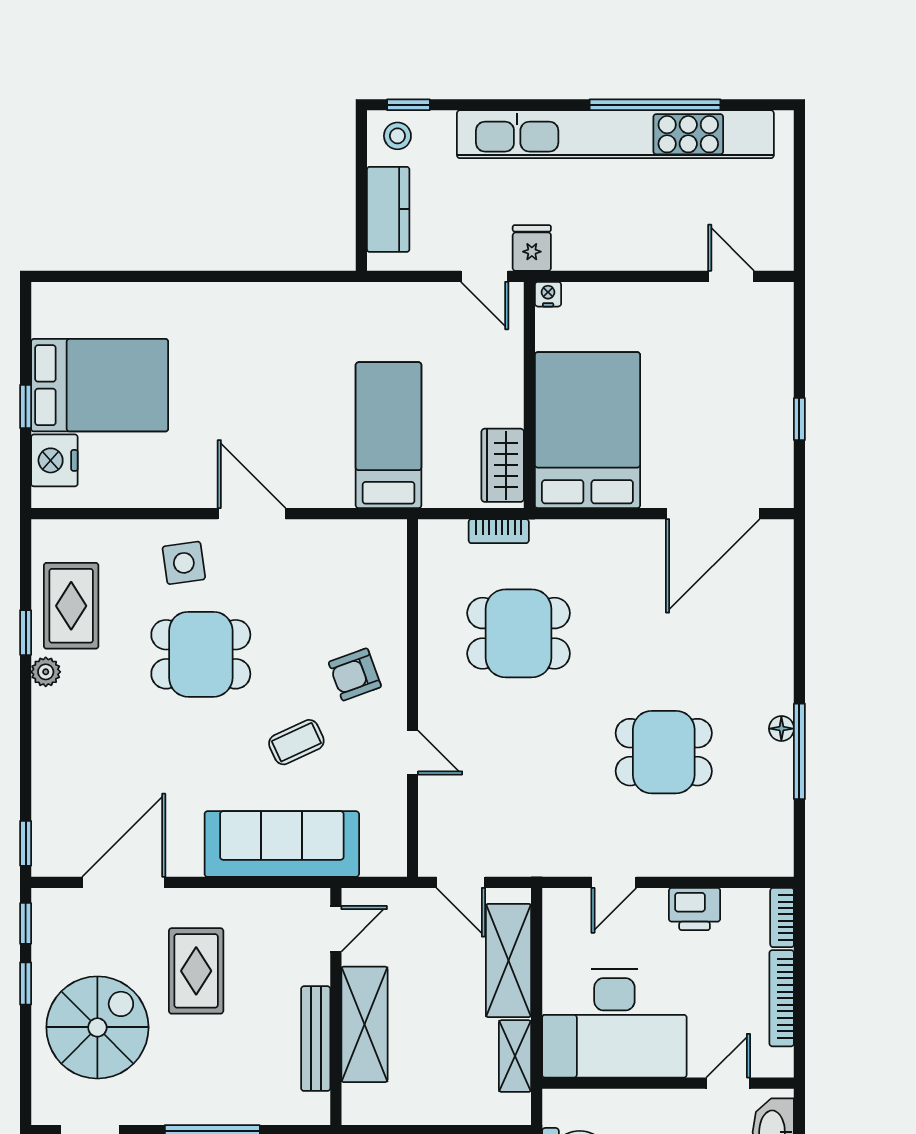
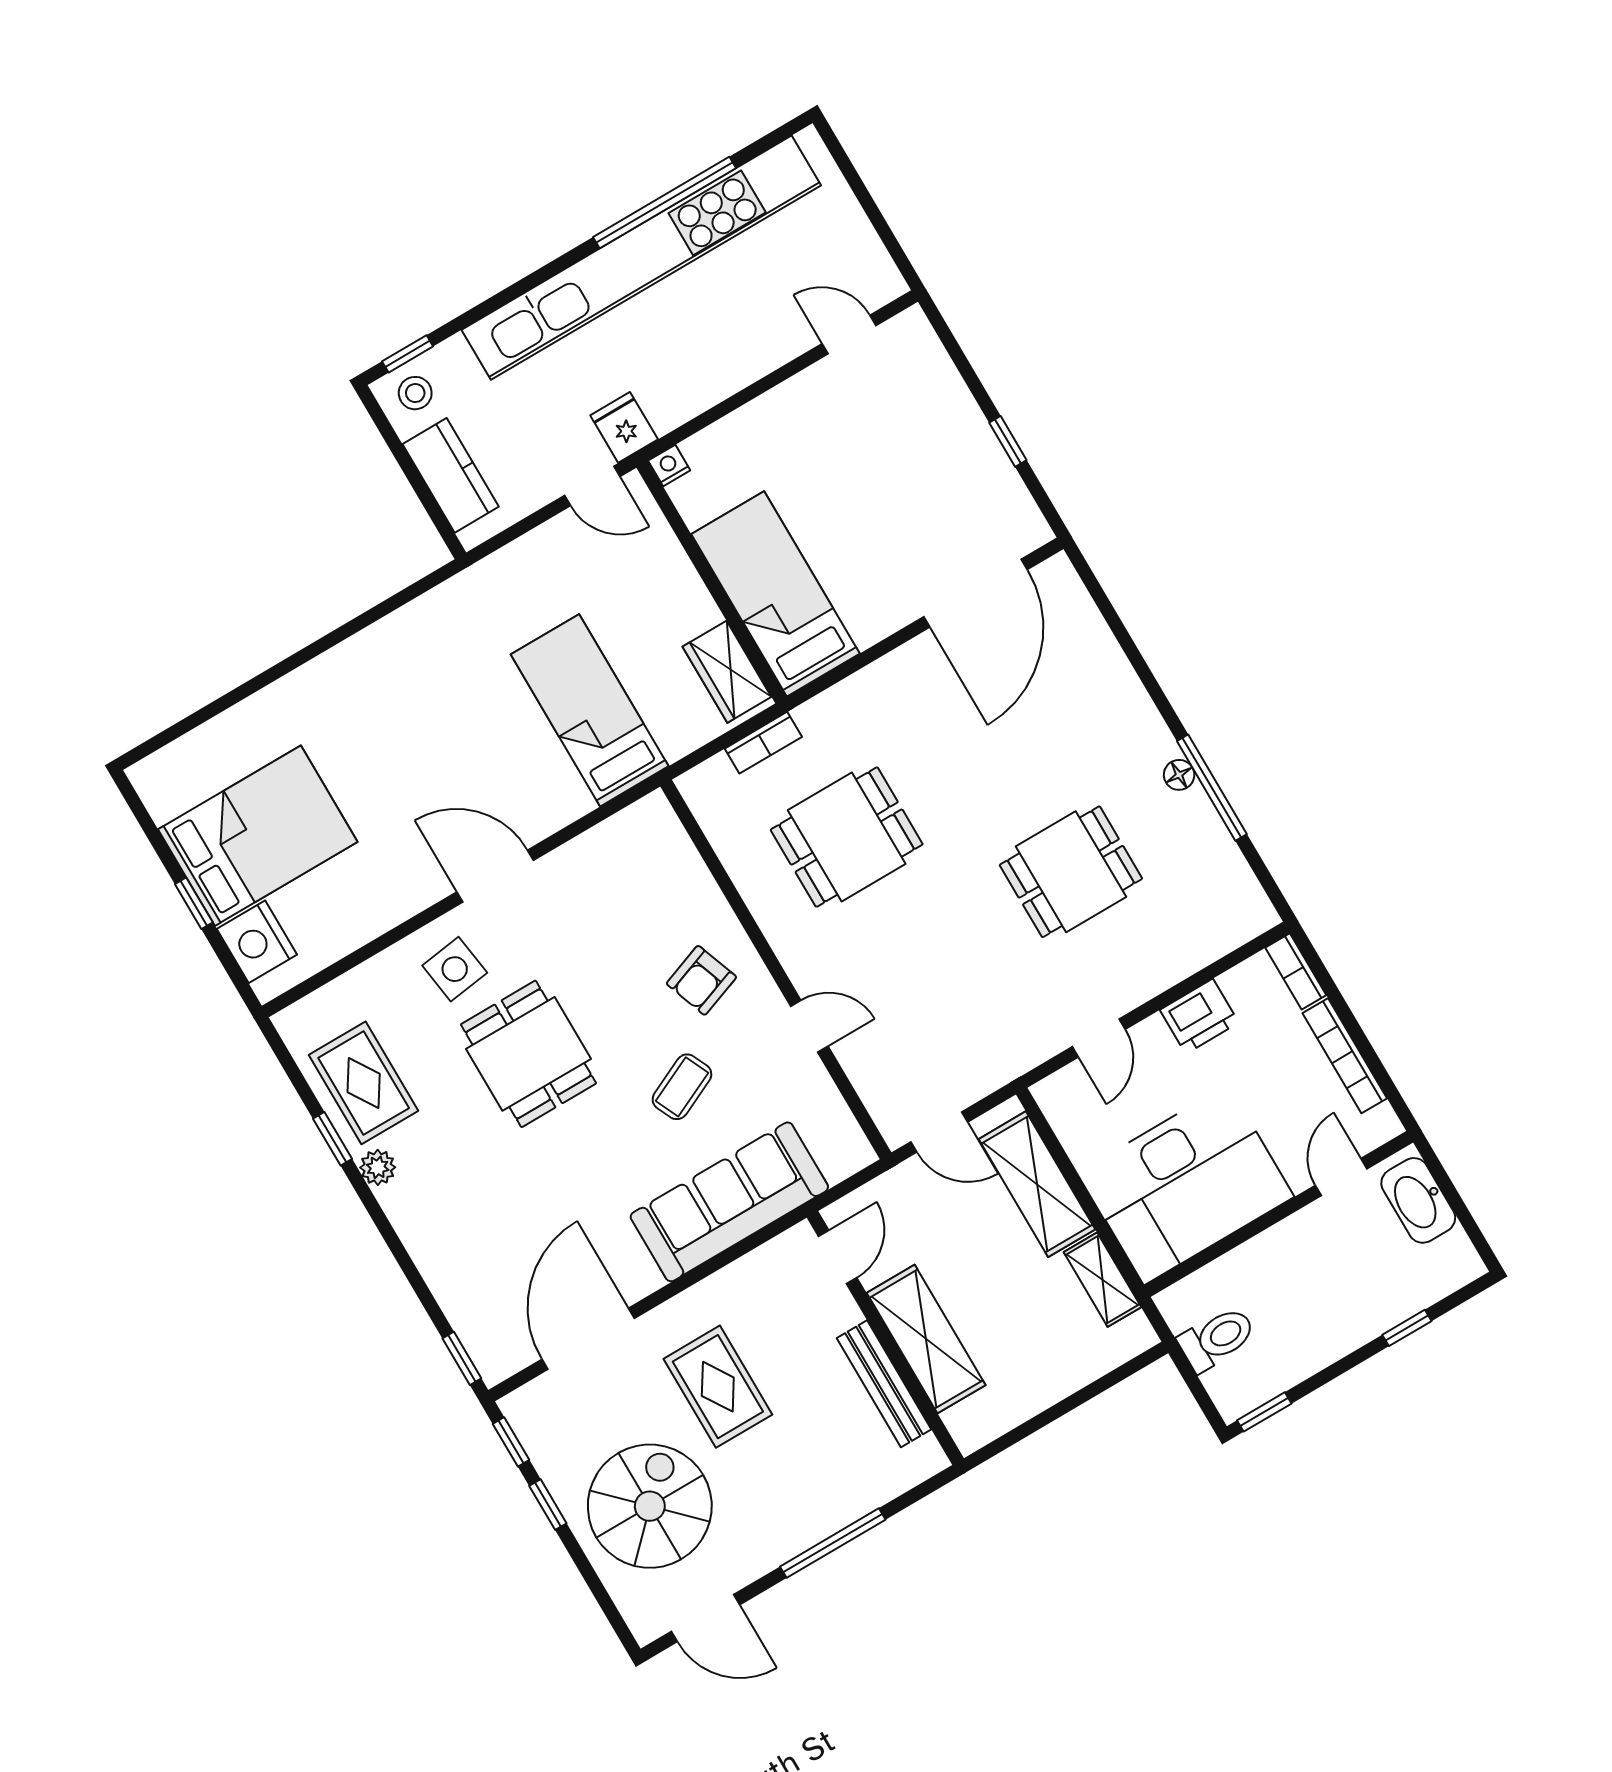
bed: (587, 430) -> (775, 594), width x0.67
dining table: (201, 654) -> (528, 1054), turned 90

